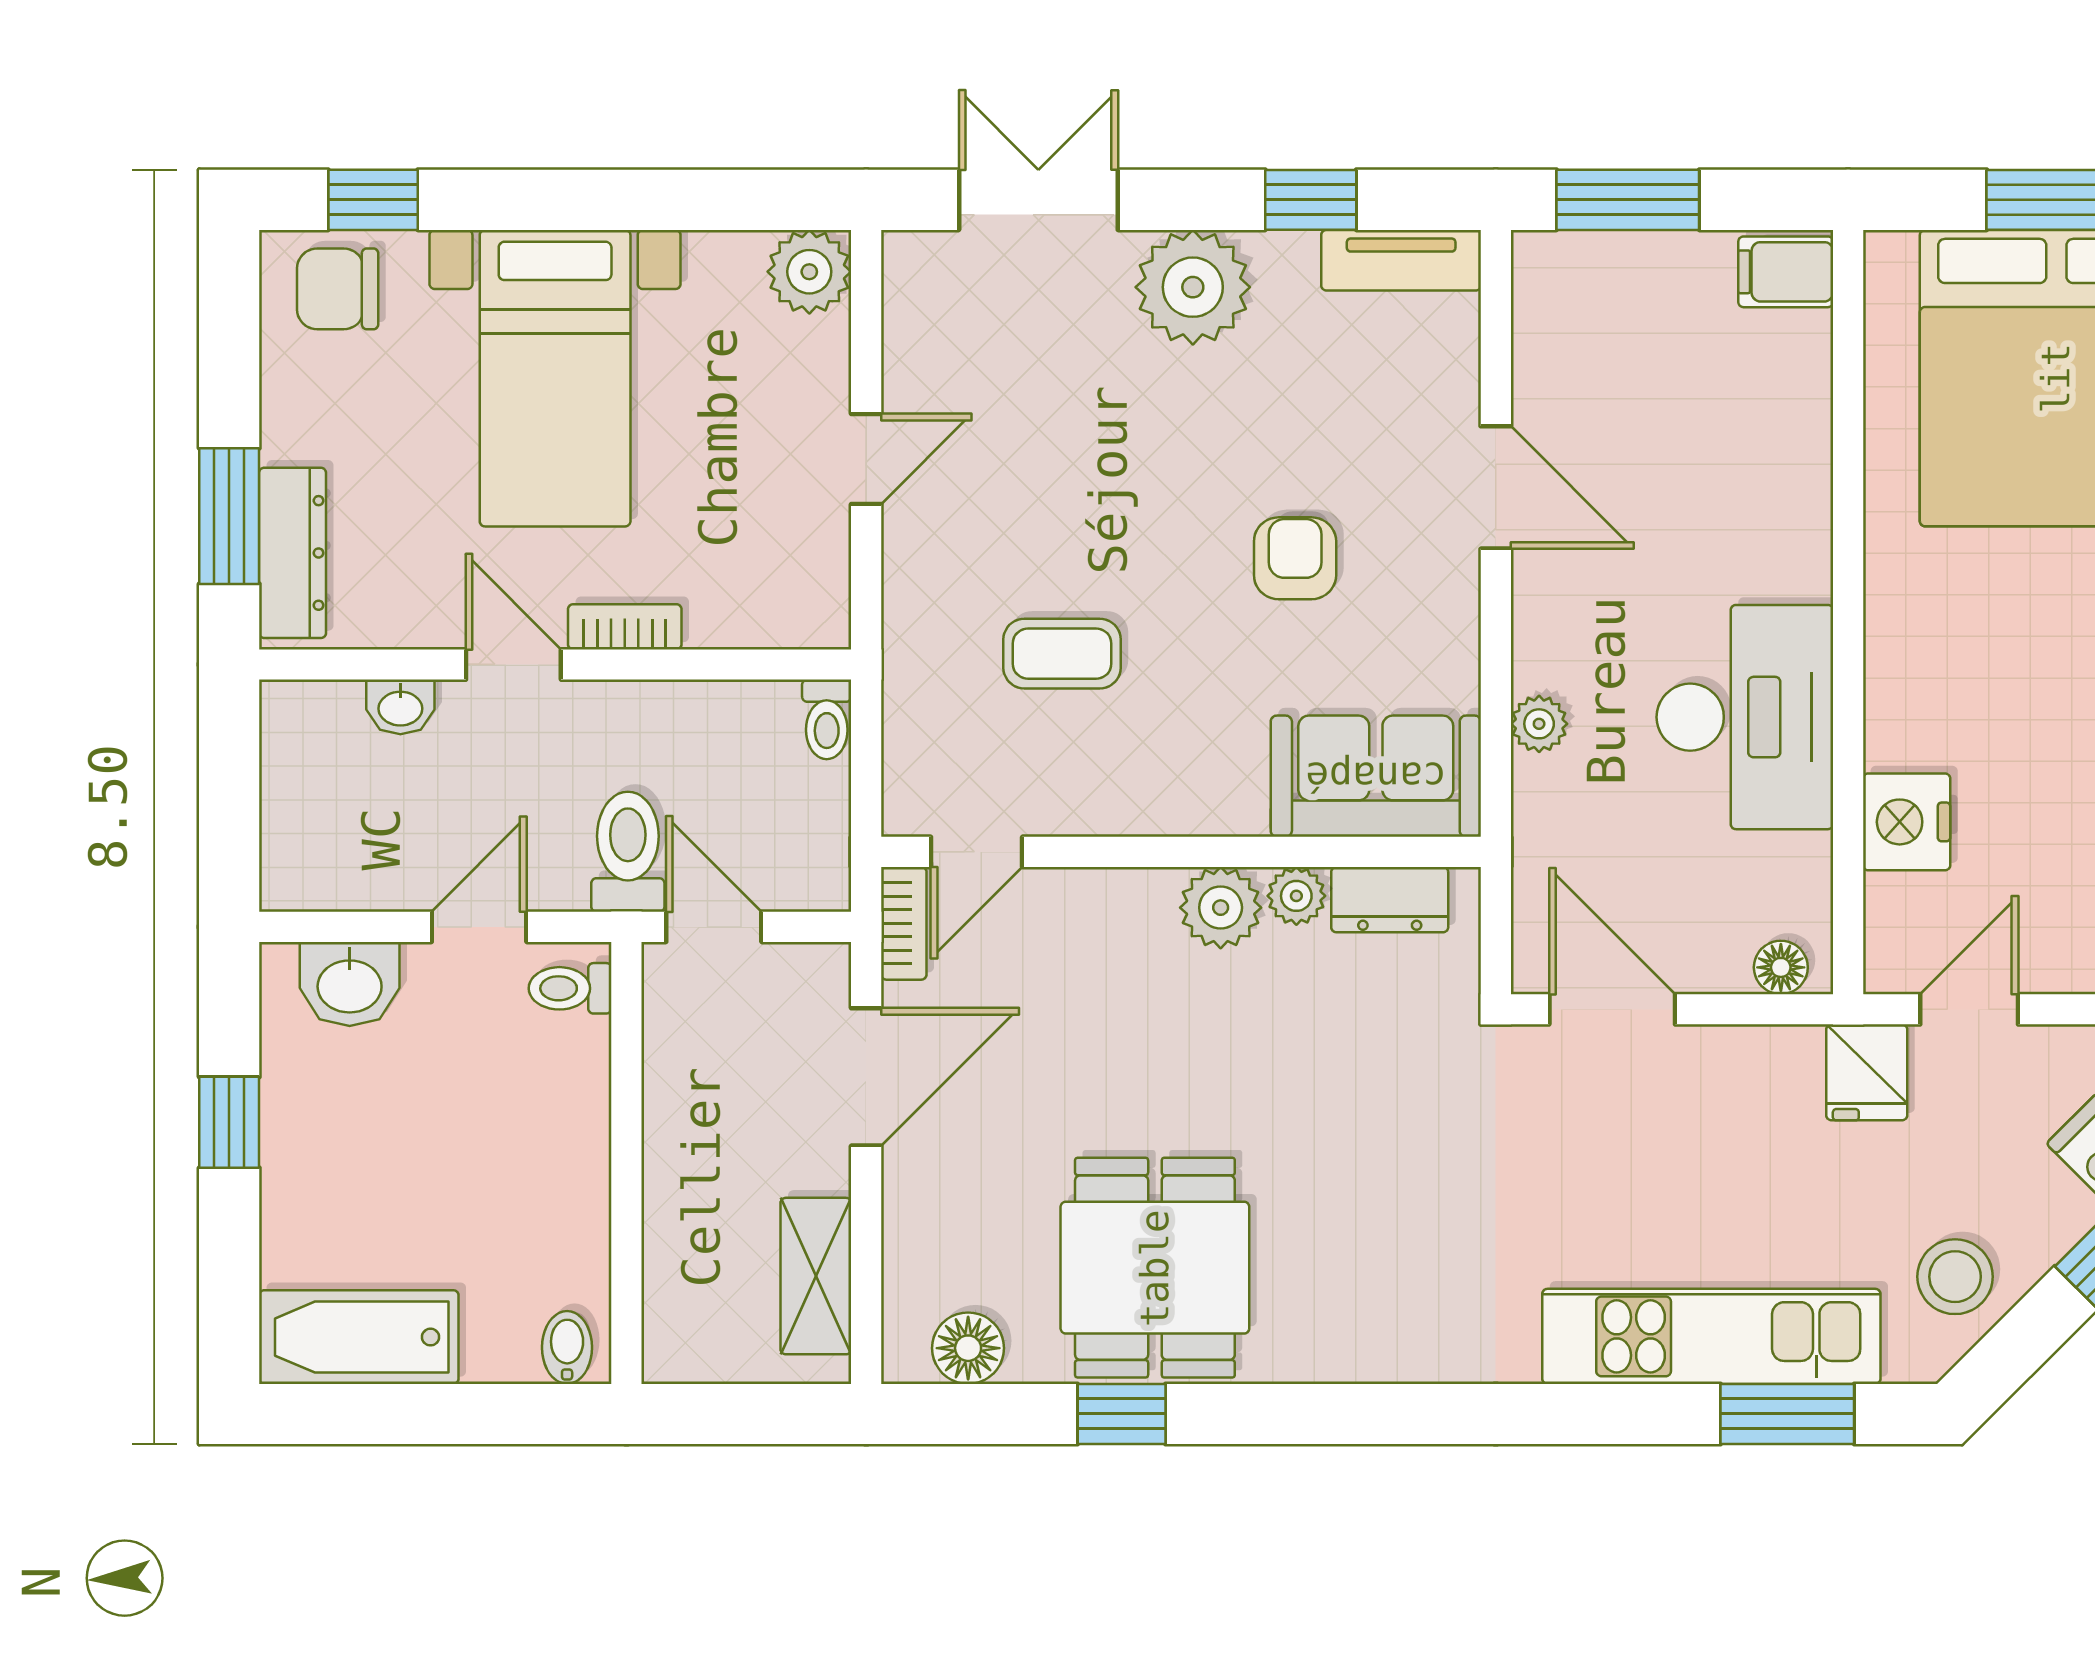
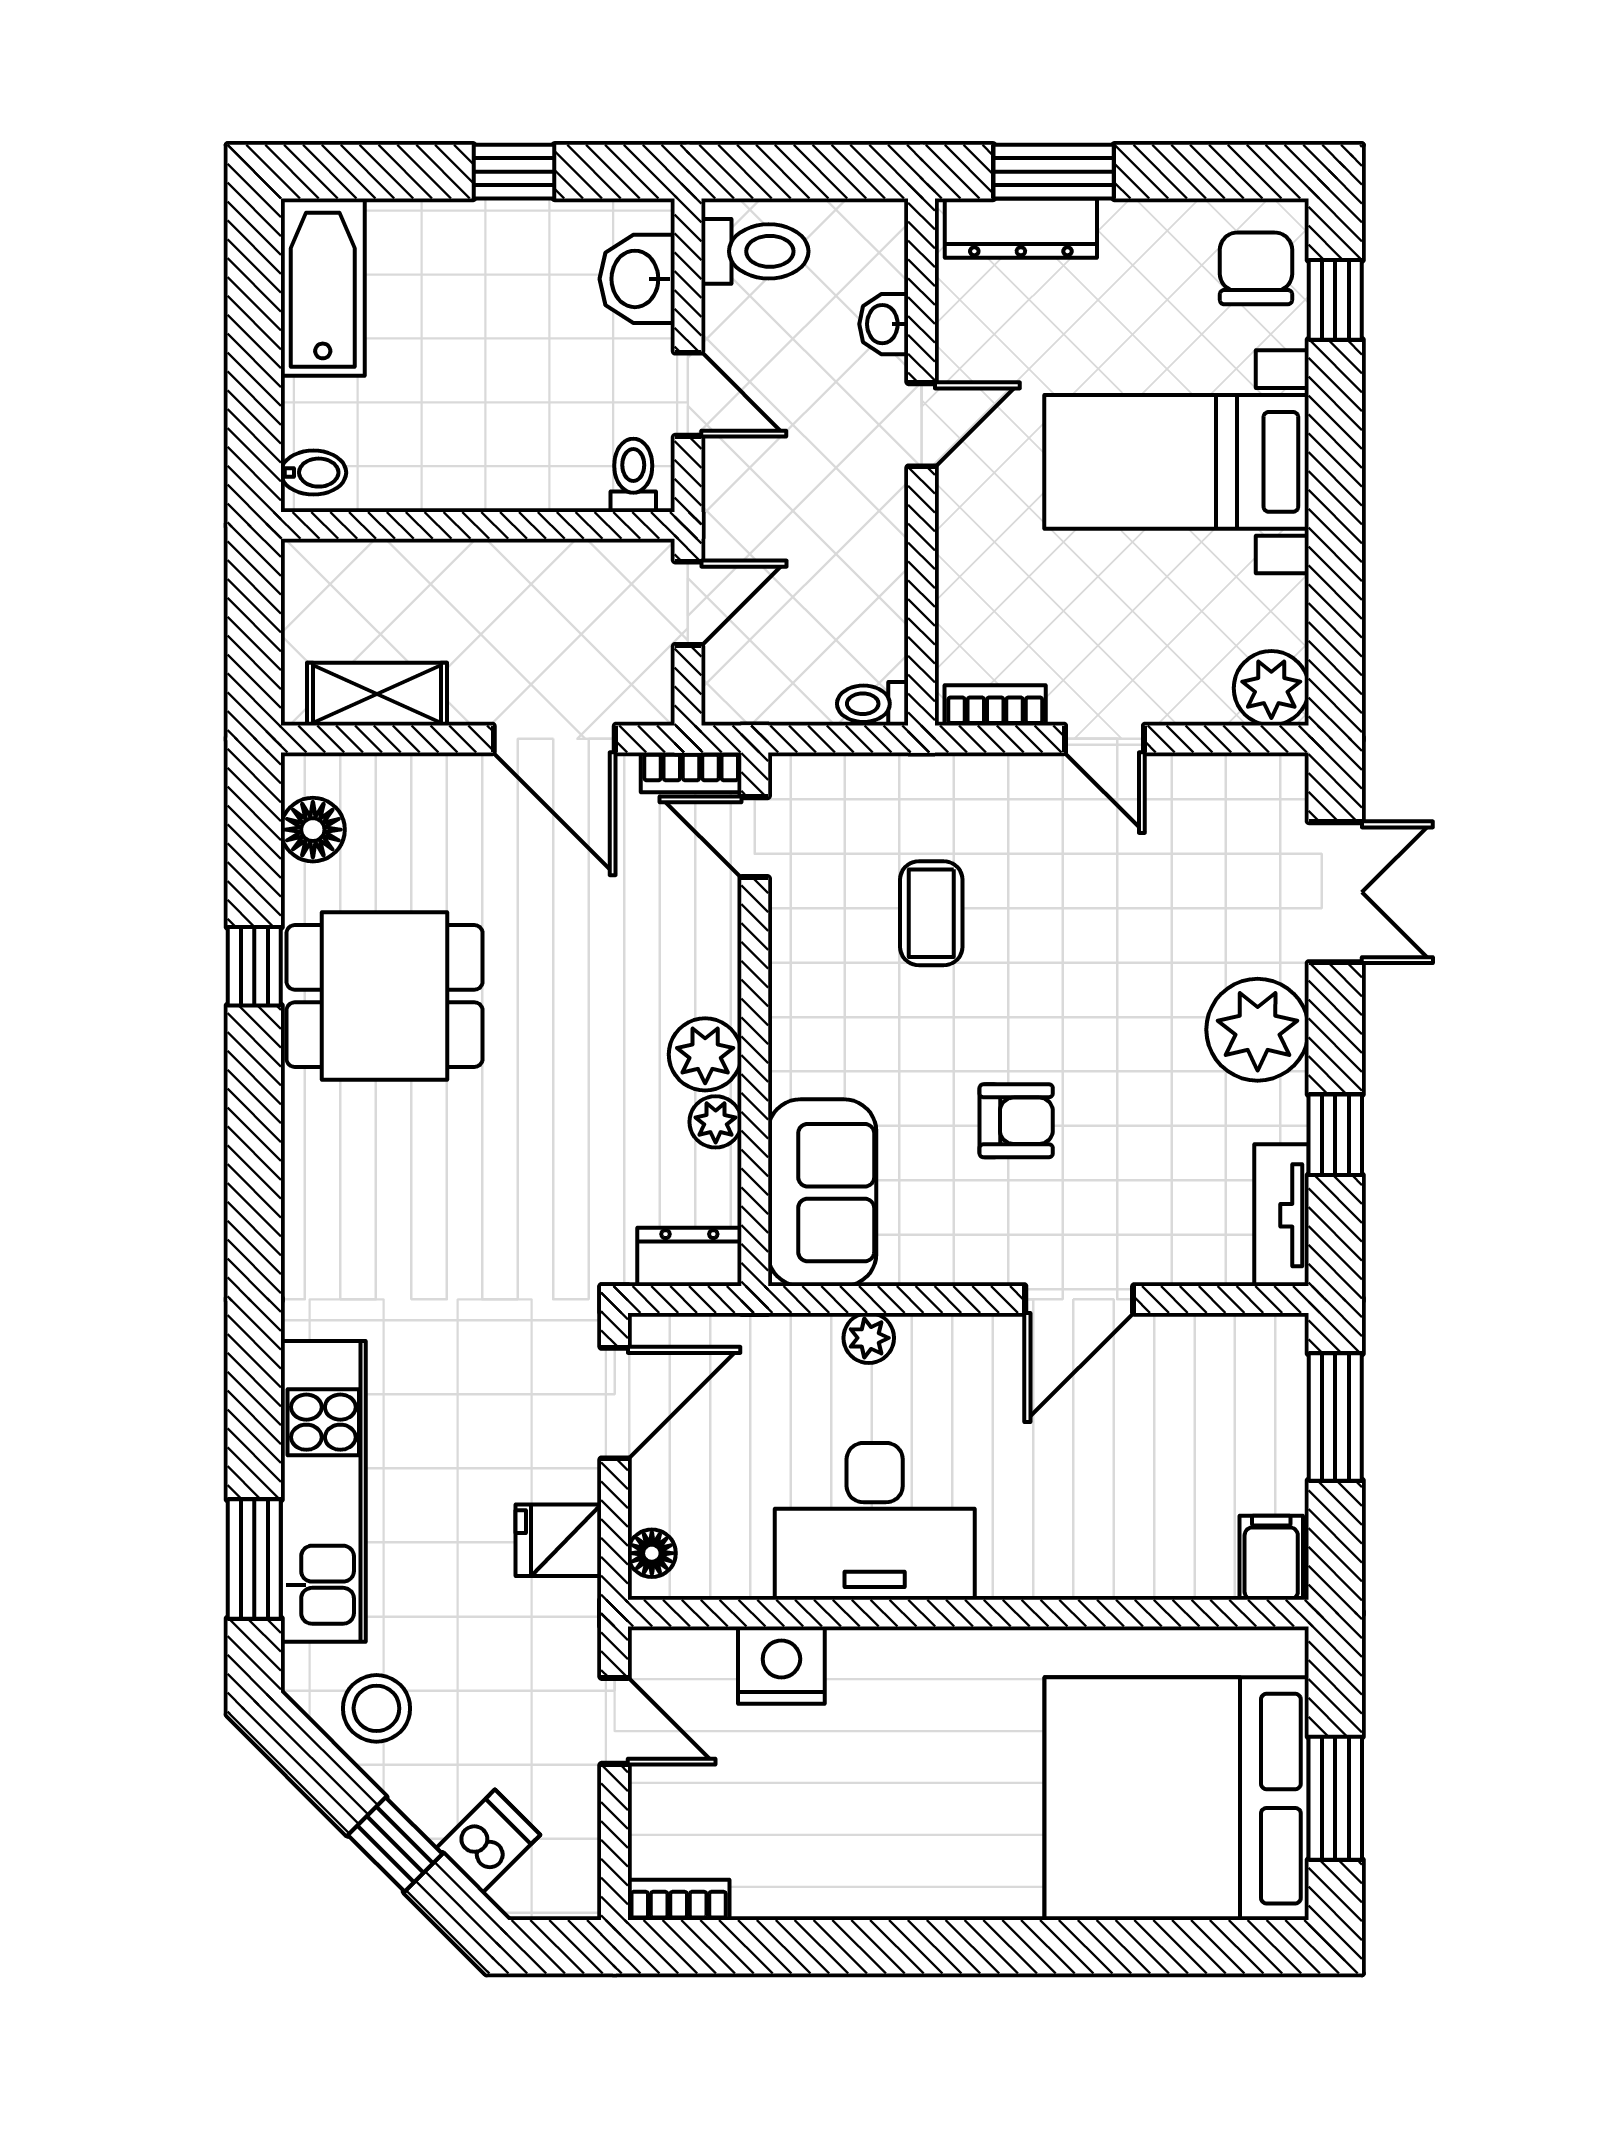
bookcase: (625, 627) -> (995, 705), moved, turned -90
toilet: (628, 852) -> (755, 251), moved
dresser: (1390, 900) -> (689, 1257), moved, turned 90
fridge: (1867, 1072) -> (558, 1540), moved

